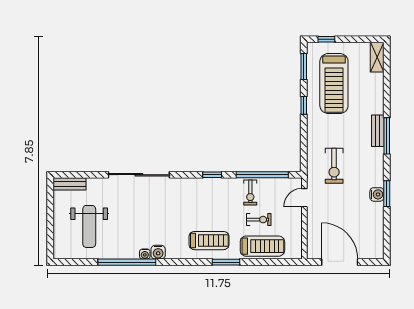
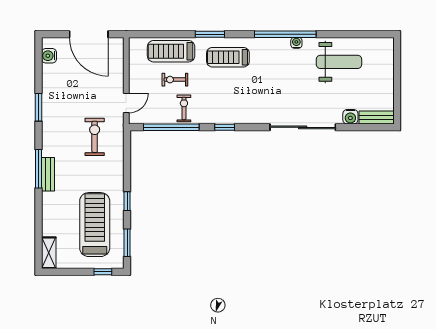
water cooler: (377, 194) -> (49, 56), moved
weight bench: (89, 226) -> (339, 62), moved, turned 90
water cooler: (158, 252) -> (350, 117), moved, turned 180
window: (127, 262) -> (285, 34), moved

